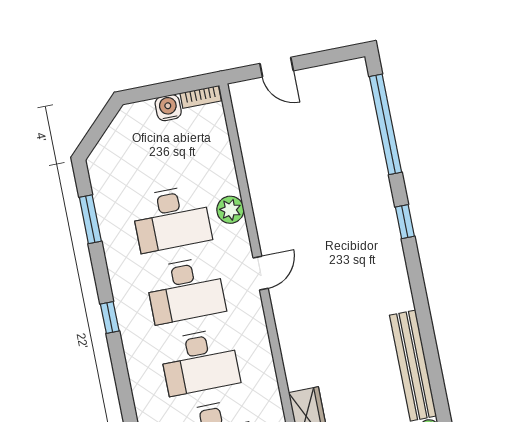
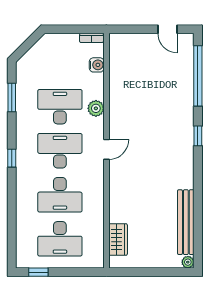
door: (277, 67) -> (168, 29), moved
water cooler: (168, 108) -> (97, 65), moved, turned 90
desk: (171, 219) -> (60, 107), turned 180
desk: (186, 290) -> (60, 151), turned 180

